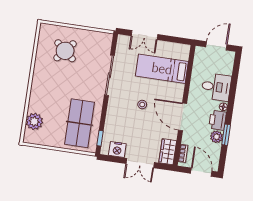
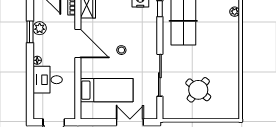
round table: (65, 51) -> (198, 90), moved
printer: (218, 120) -> (41, 45), removed
plant: (34, 121) -> (235, 12), width x0.53, depth x0.53

